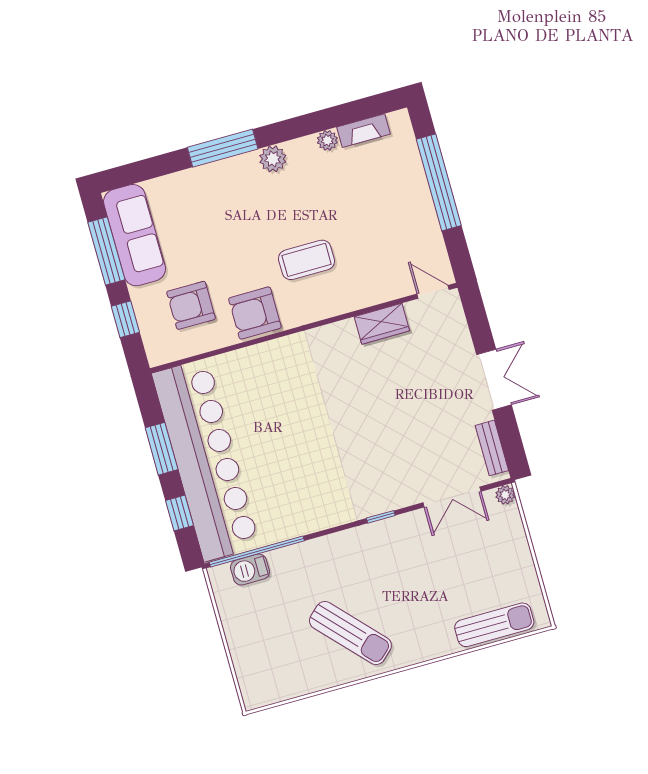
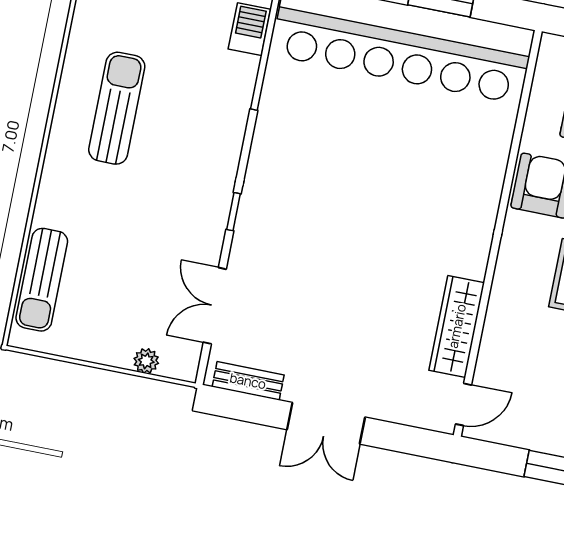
wardrobe: (382, 324) -> (457, 326), width x1.50
plant: (505, 495) -> (146, 361), moved
sun lounger: (350, 633) -> (117, 108), turned 133

